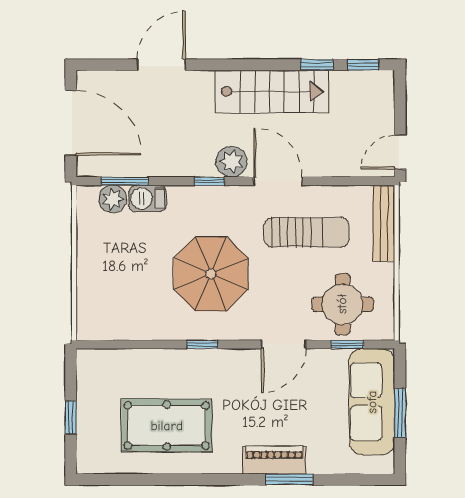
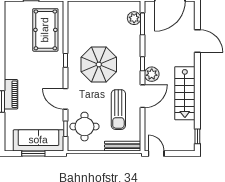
window: (317, 65) -> (197, 114), removed
barbecue: (148, 199) -> (134, 35), removed
pool table: (167, 426) -> (45, 30), moved

